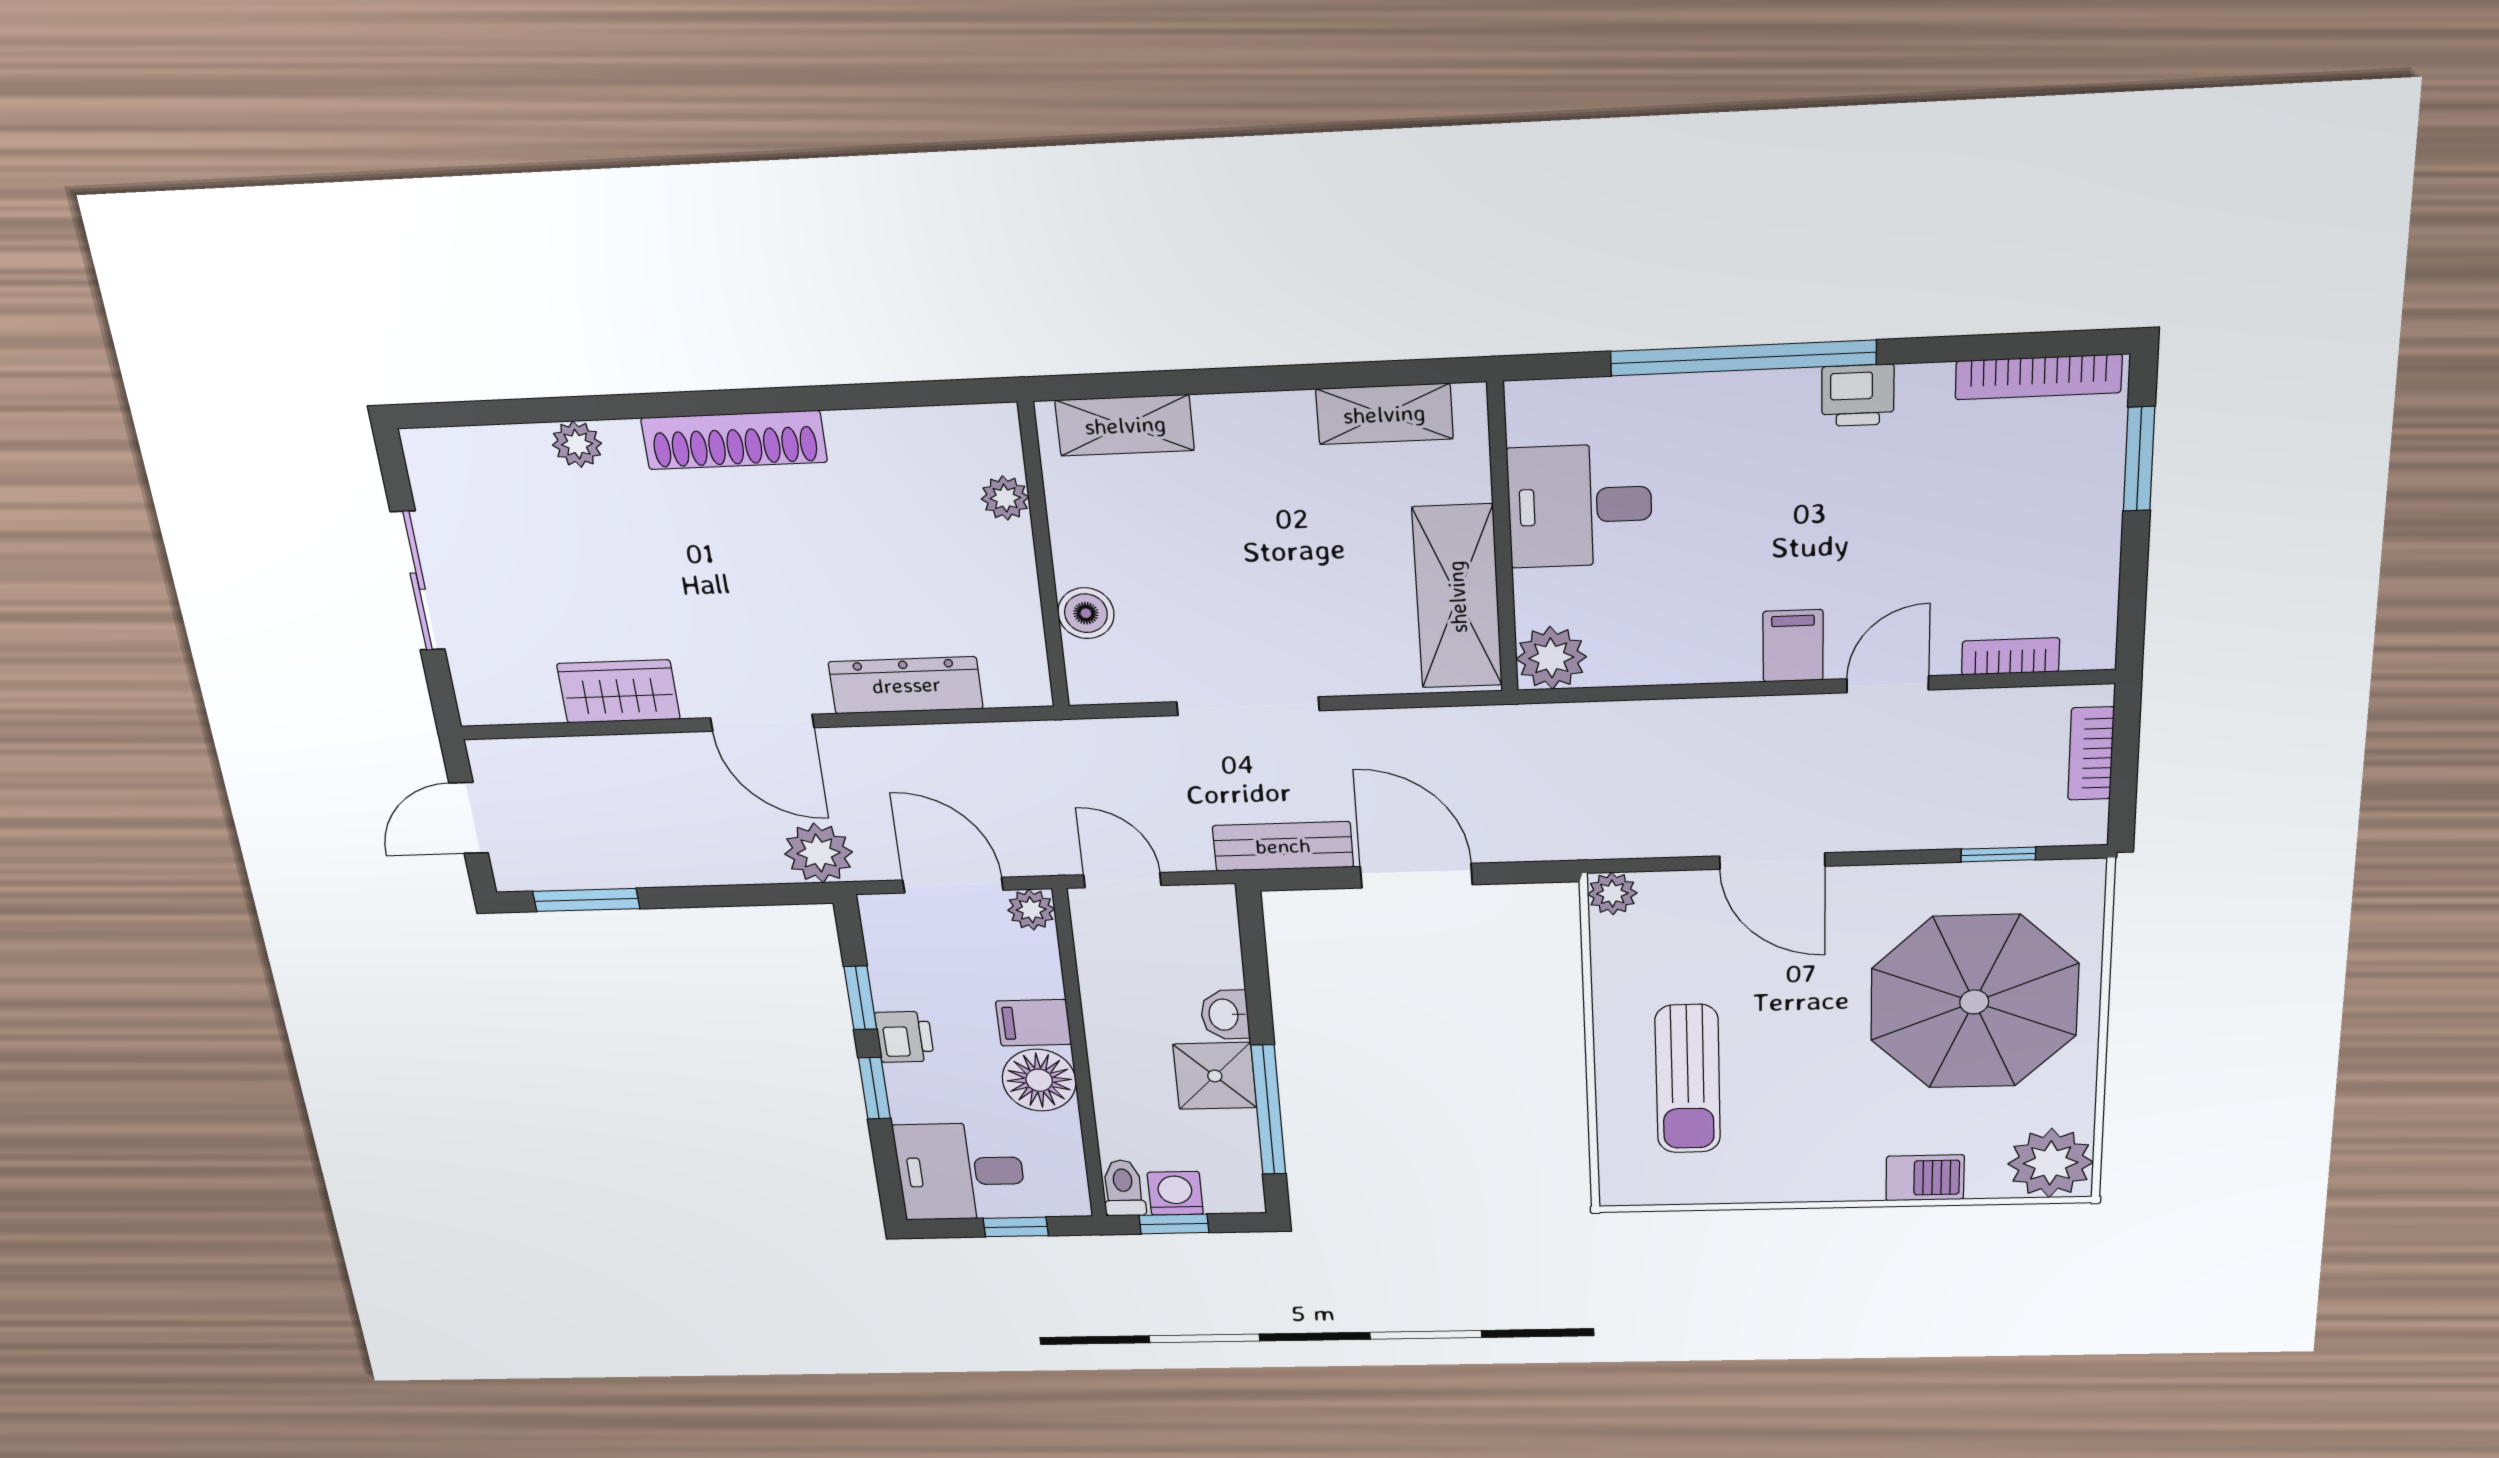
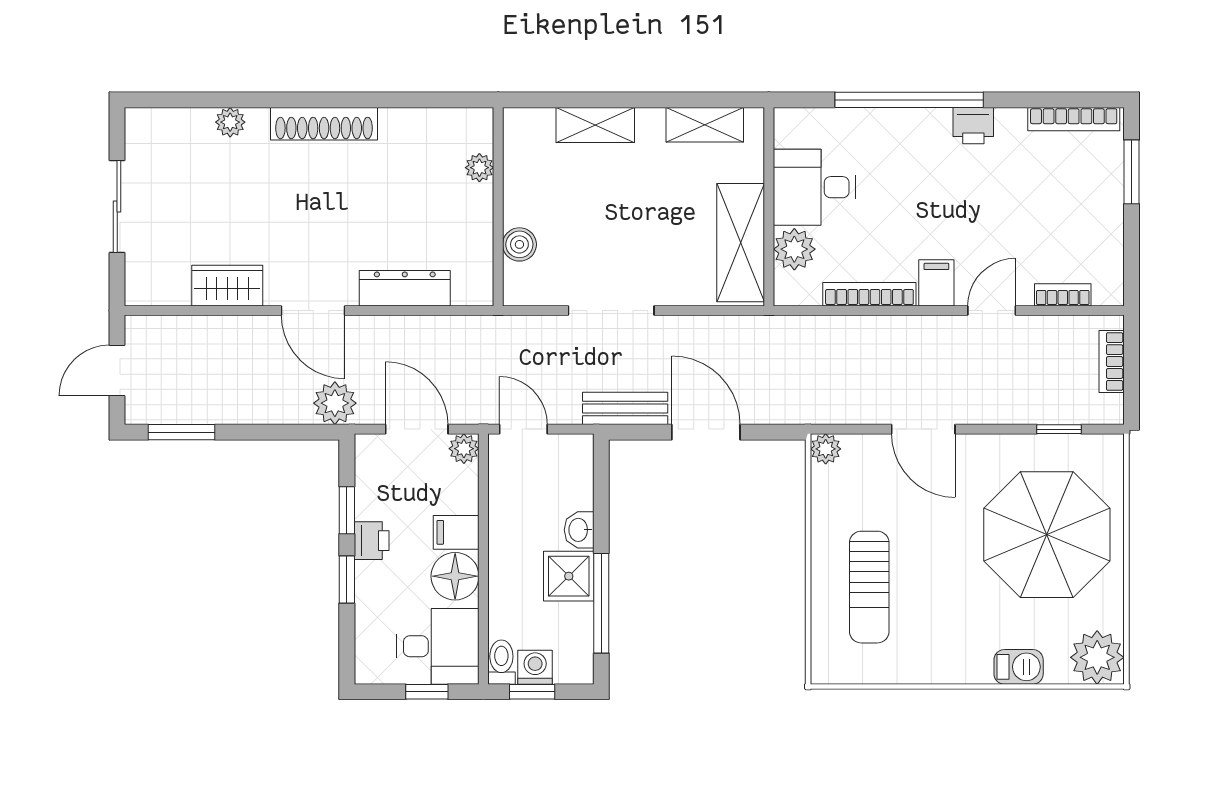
shelving: (1125, 425) -> (595, 125), moved
plant: (1551, 658) -> (794, 249), moved
bookcase: (1679, 667) -> (869, 294), added
desk: (960, 1172) -> (438, 646), moved, turned 180

